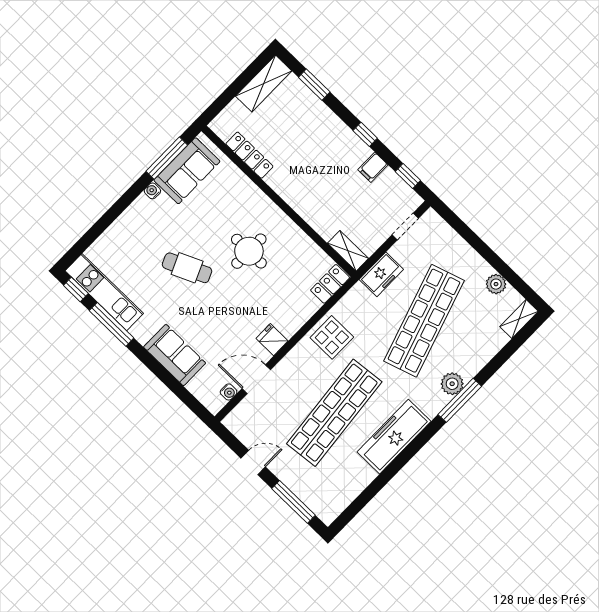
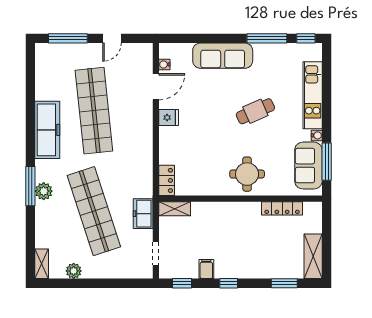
round table: (249, 251) -> (247, 174), moved
kitchen unit: (104, 292) -> (313, 95), moved, turned 90
display table: (332, 337) -> (136, 151), removed
sofa: (175, 355) -> (223, 56), width x1.36

